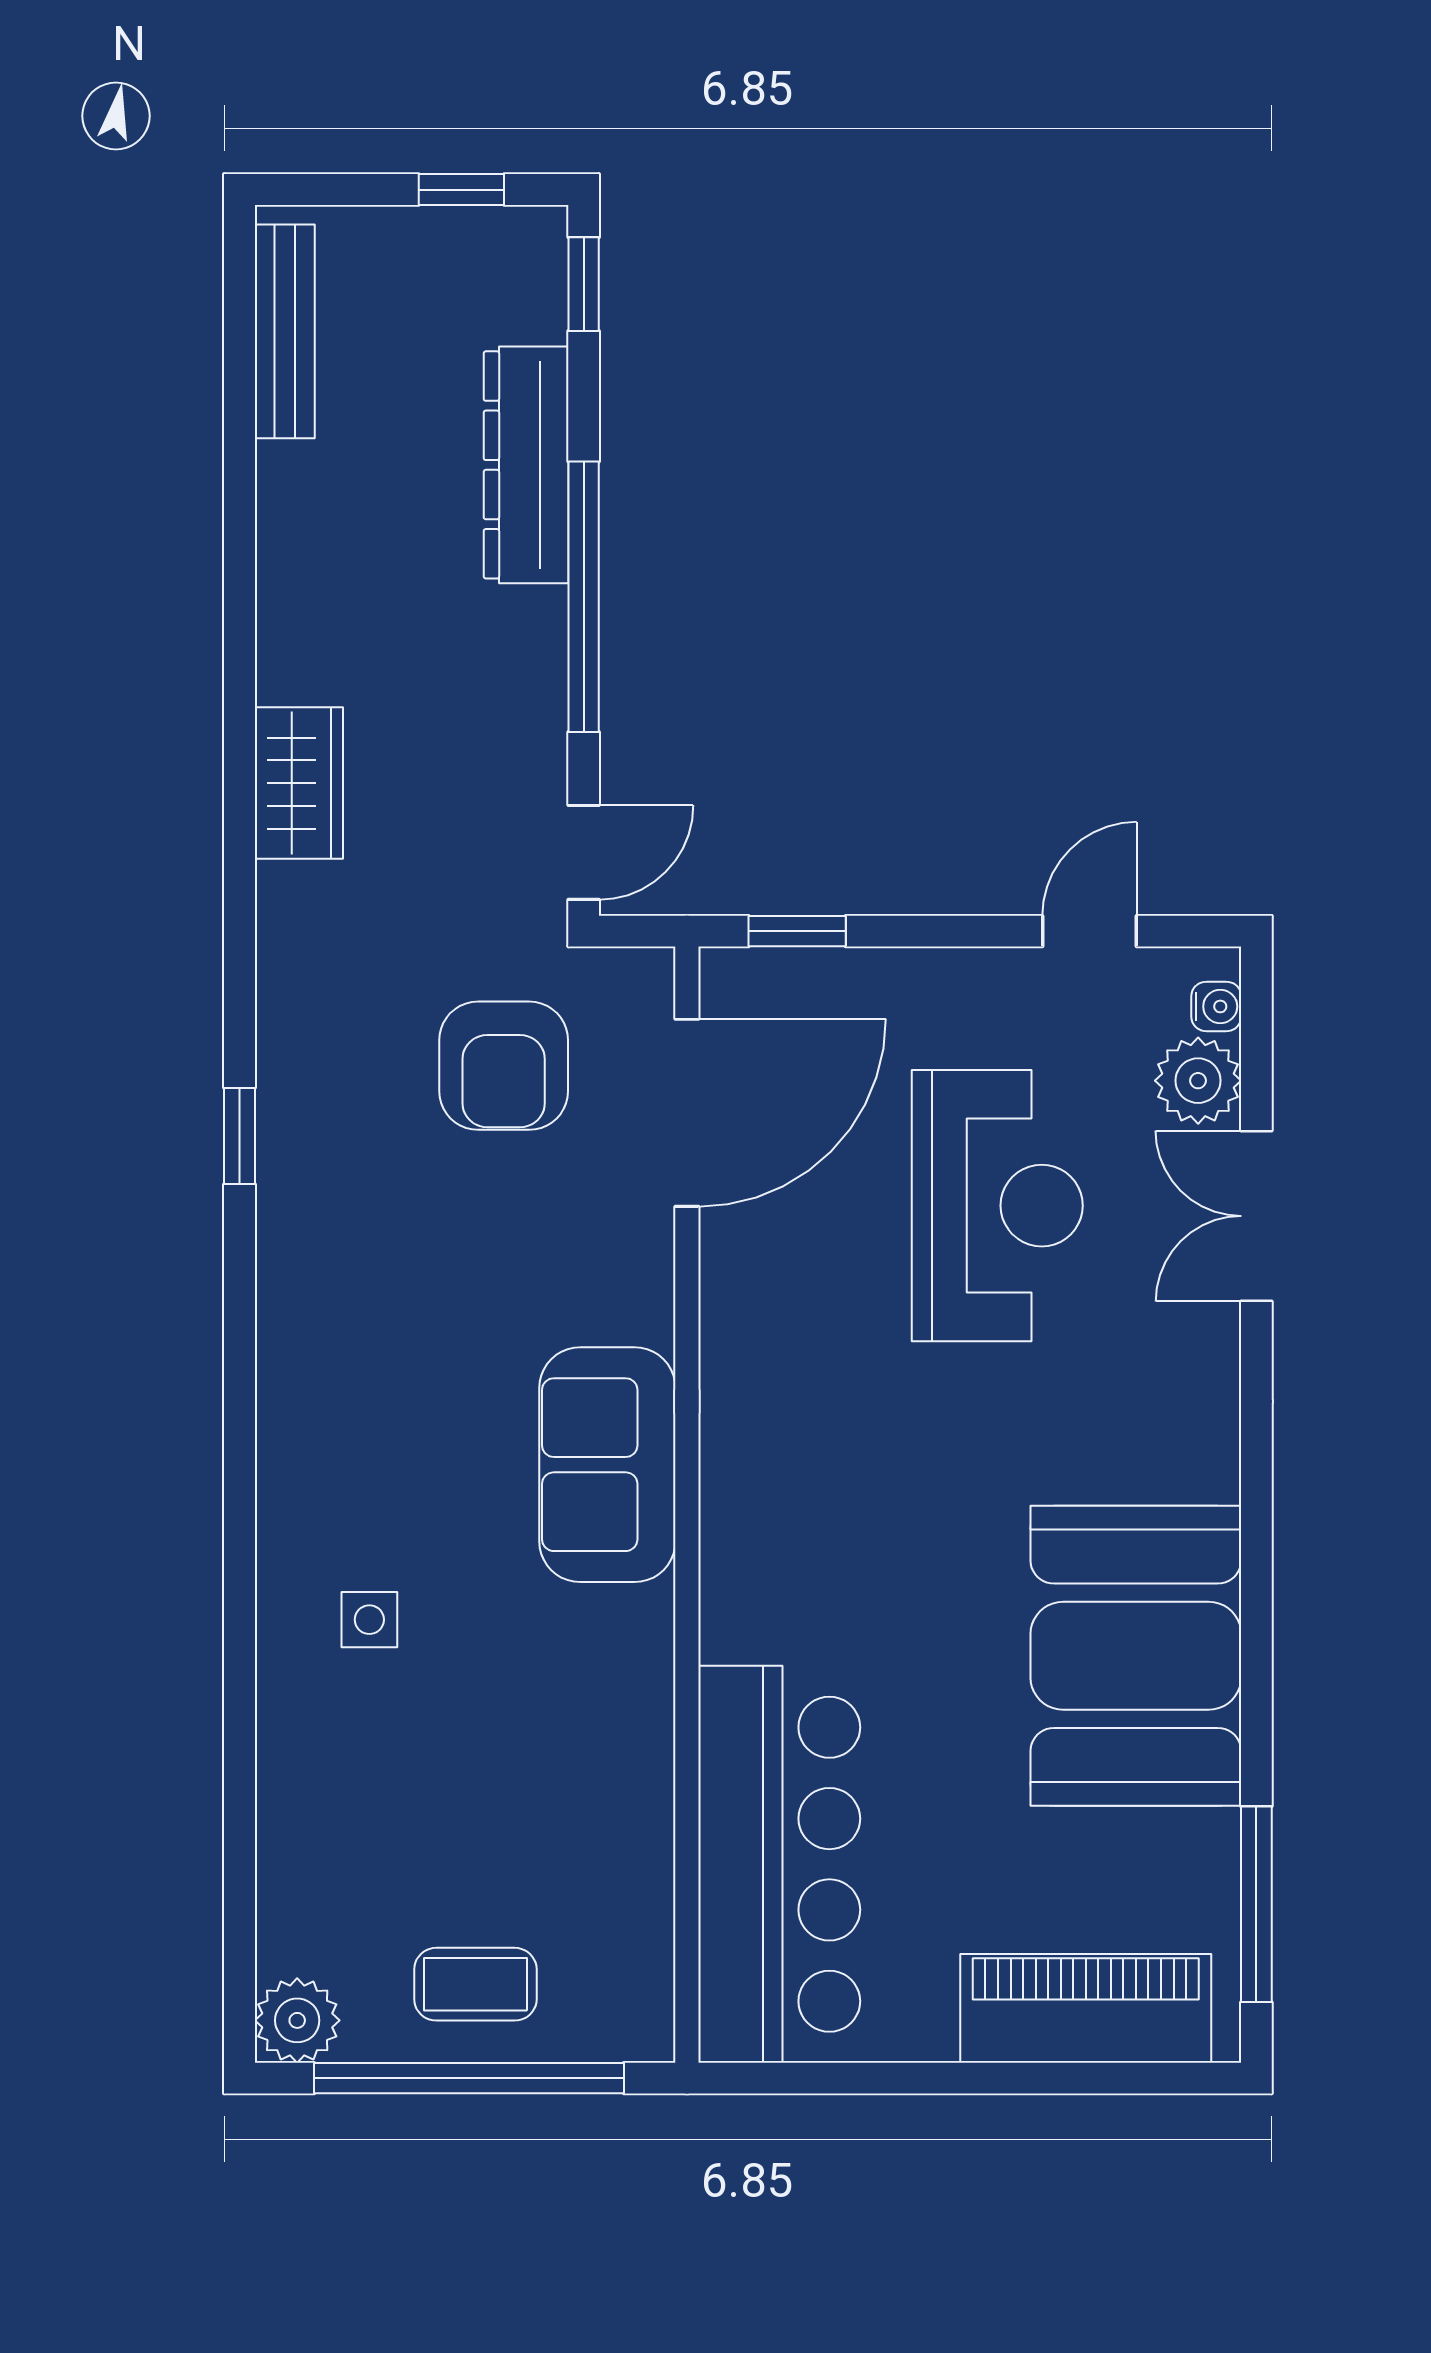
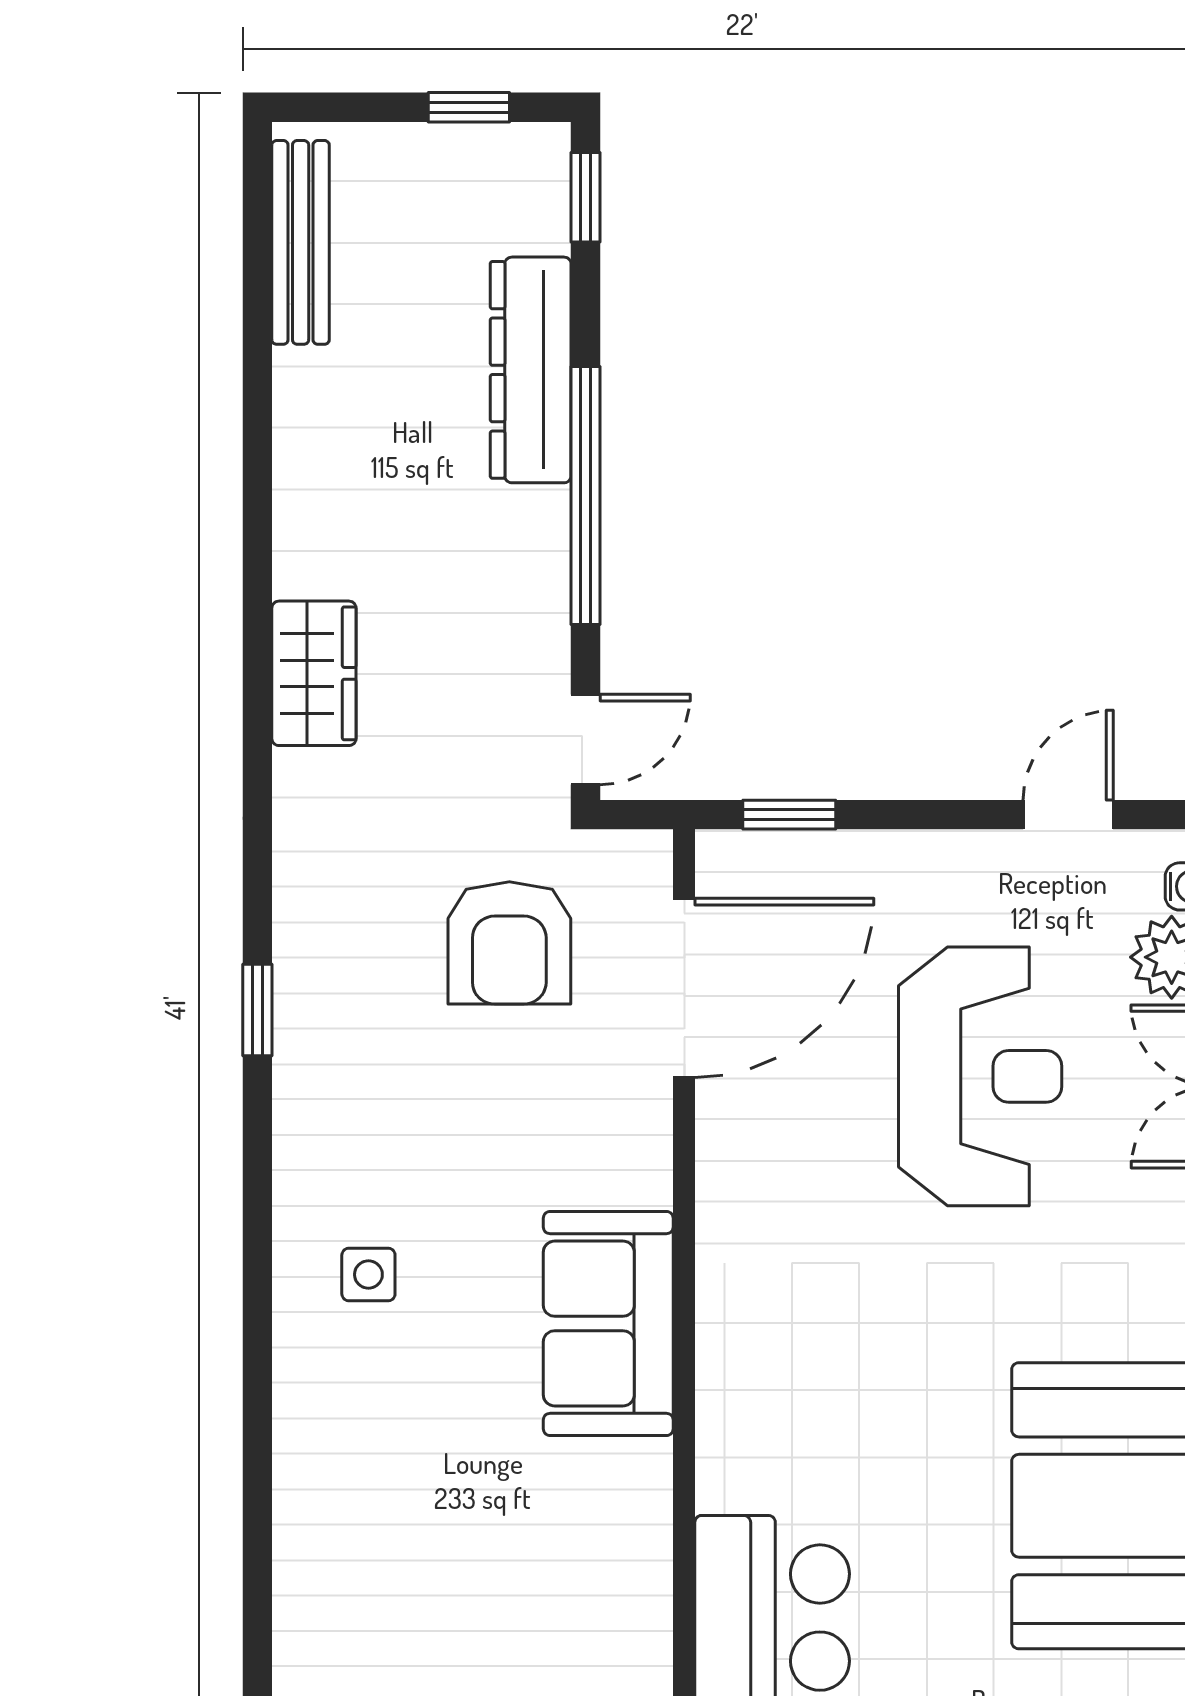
side table: (369, 1620) -> (368, 1275), moved

